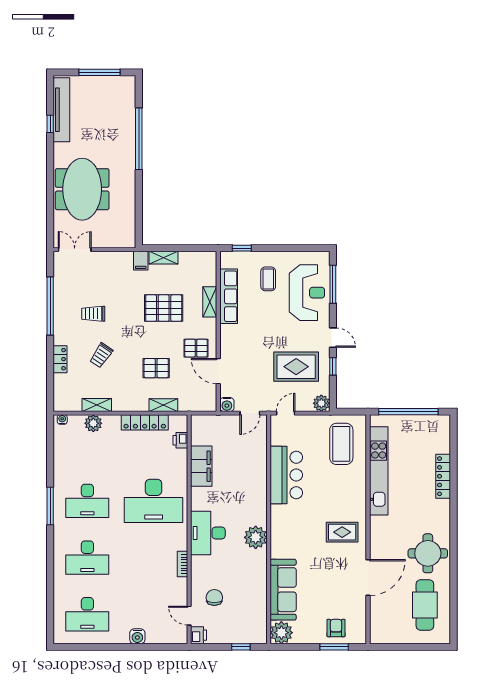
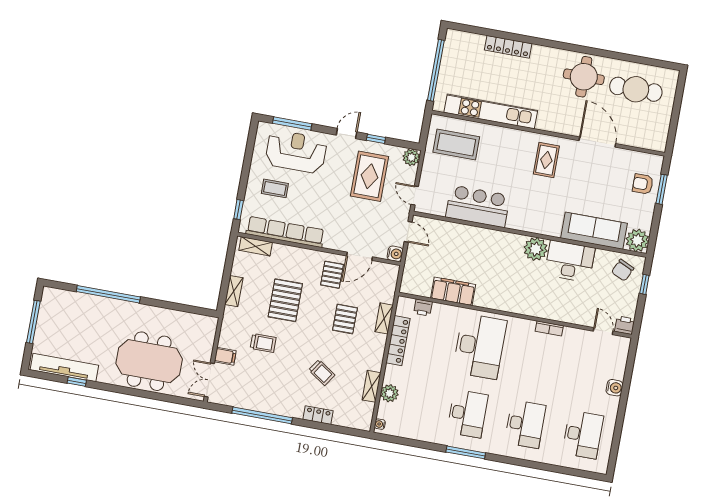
filing cabinet: (141, 261) -> (225, 356), moved
row of seats: (229, 296) -> (285, 232), width x1.36
shelving: (210, 302) -> (256, 246), moved
trolley: (93, 314) -> (263, 343), moved, turned -90
desk: (208, 533) -> (570, 261), moved, turned 180
chair: (214, 598) -> (623, 270), moved, turned -65
door: (189, 616) -> (603, 331), swing flipped

